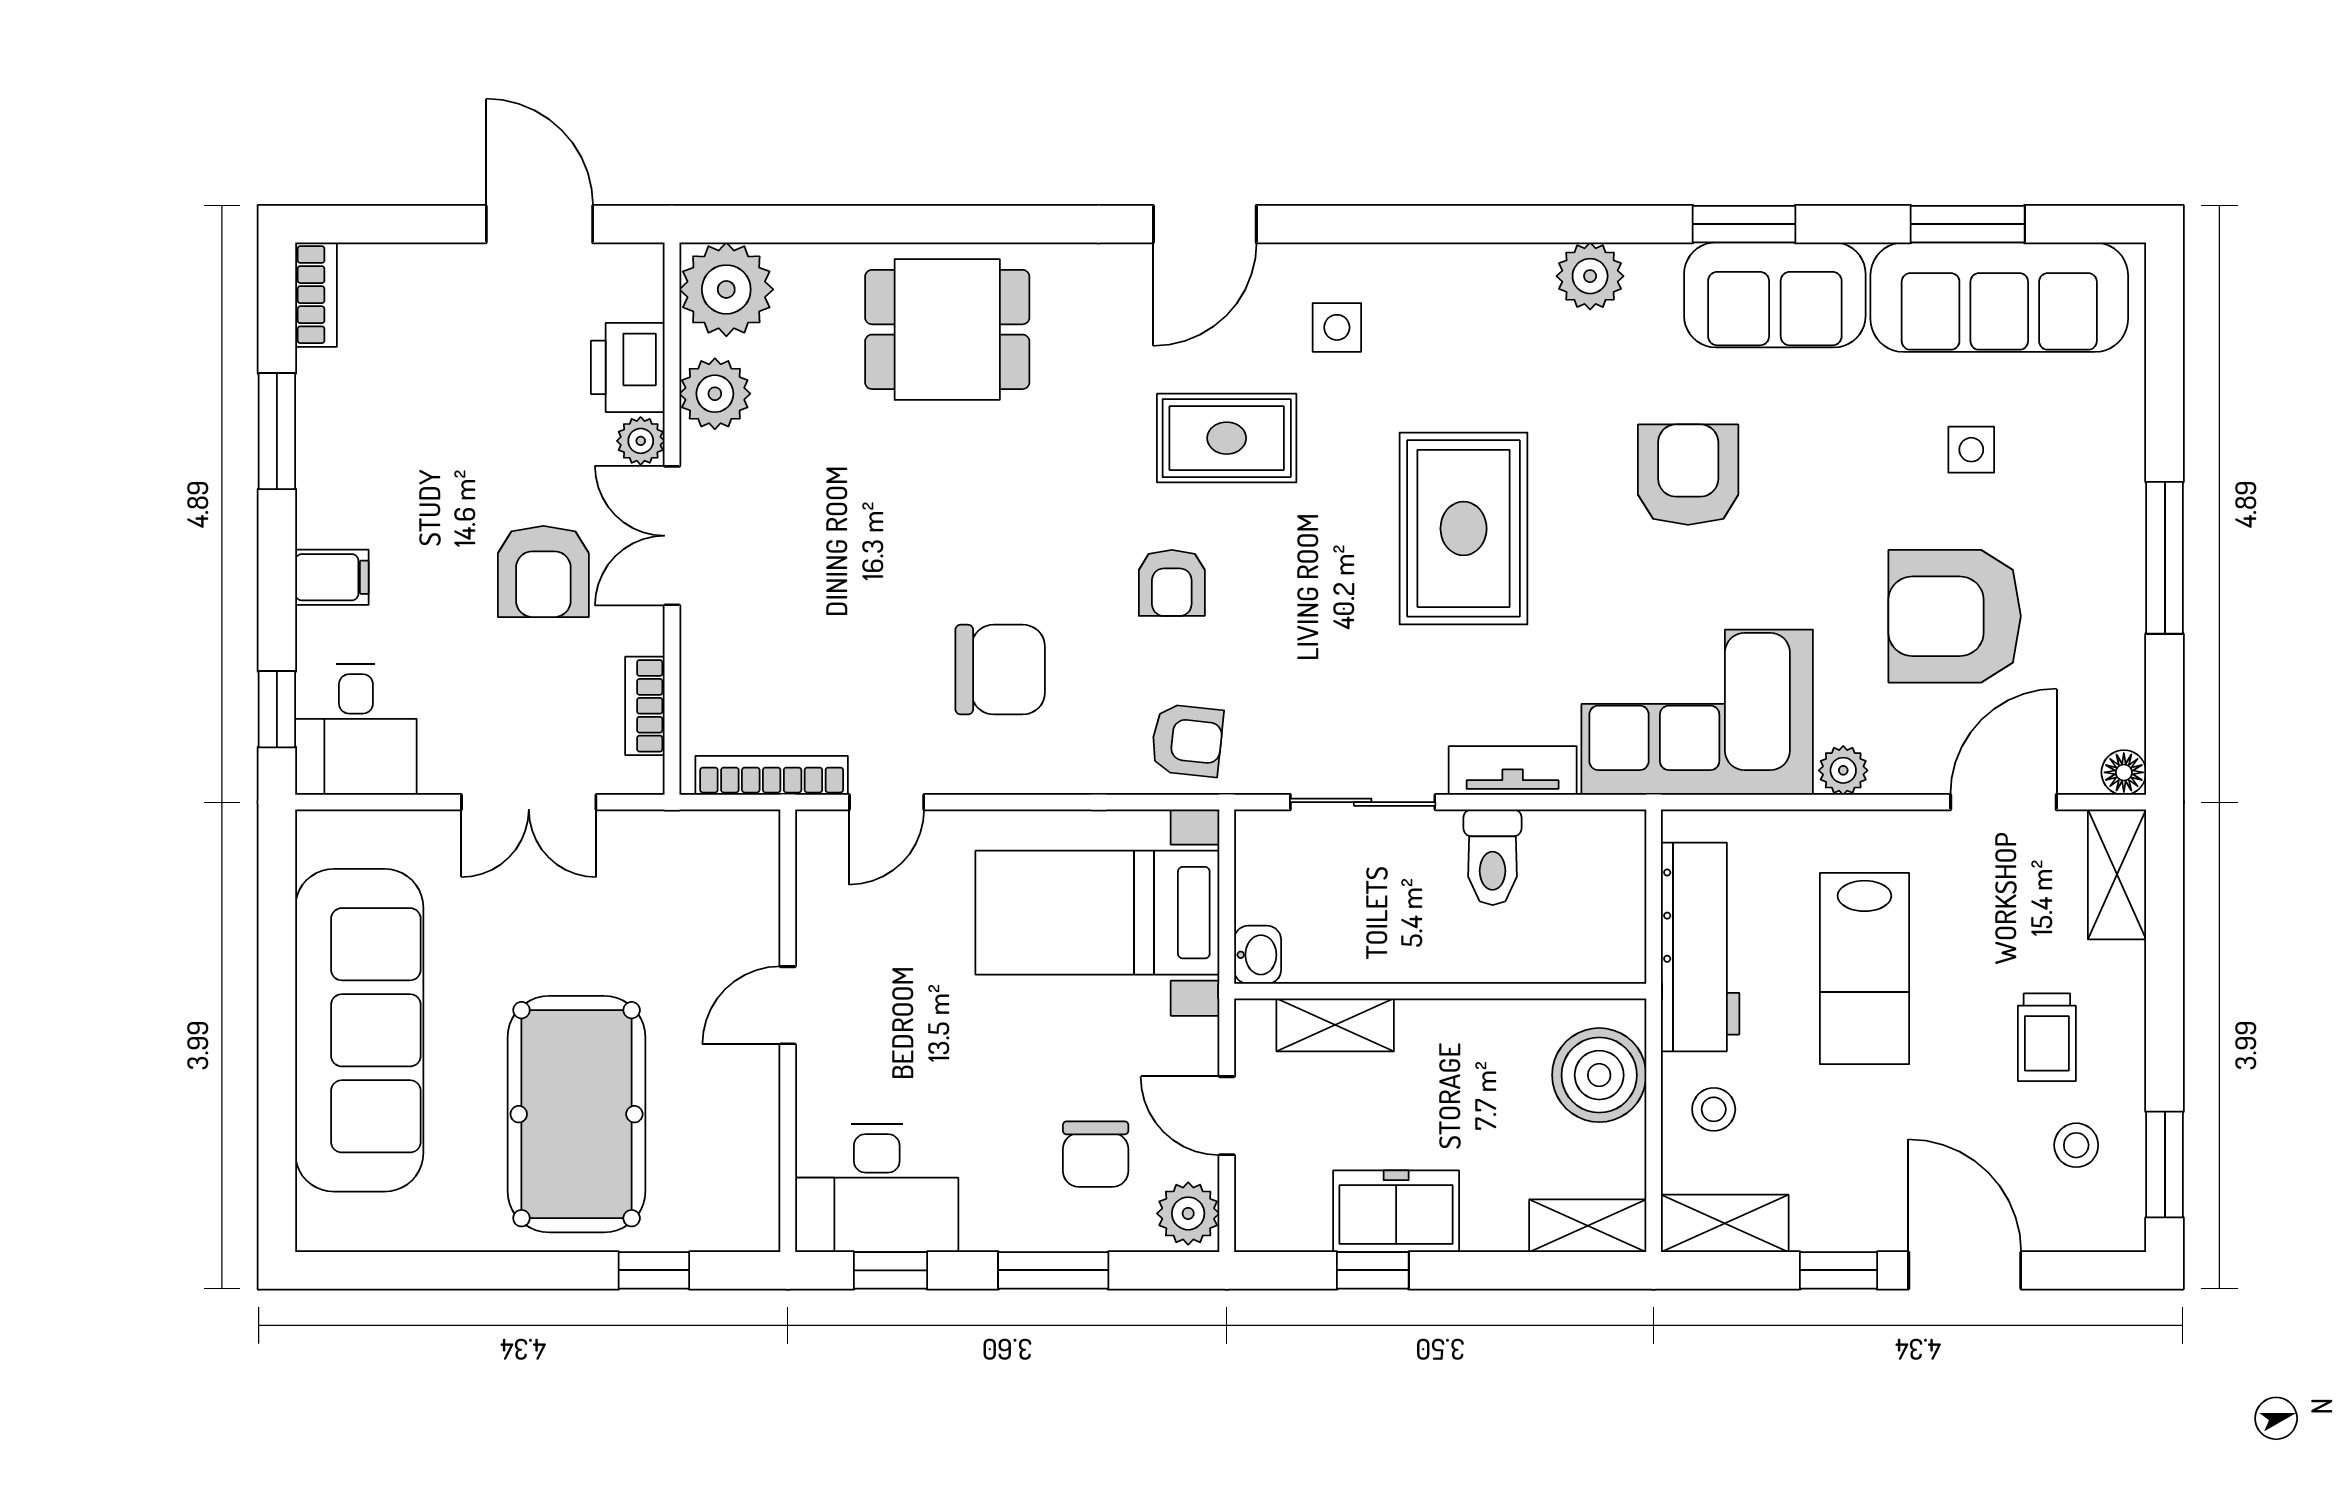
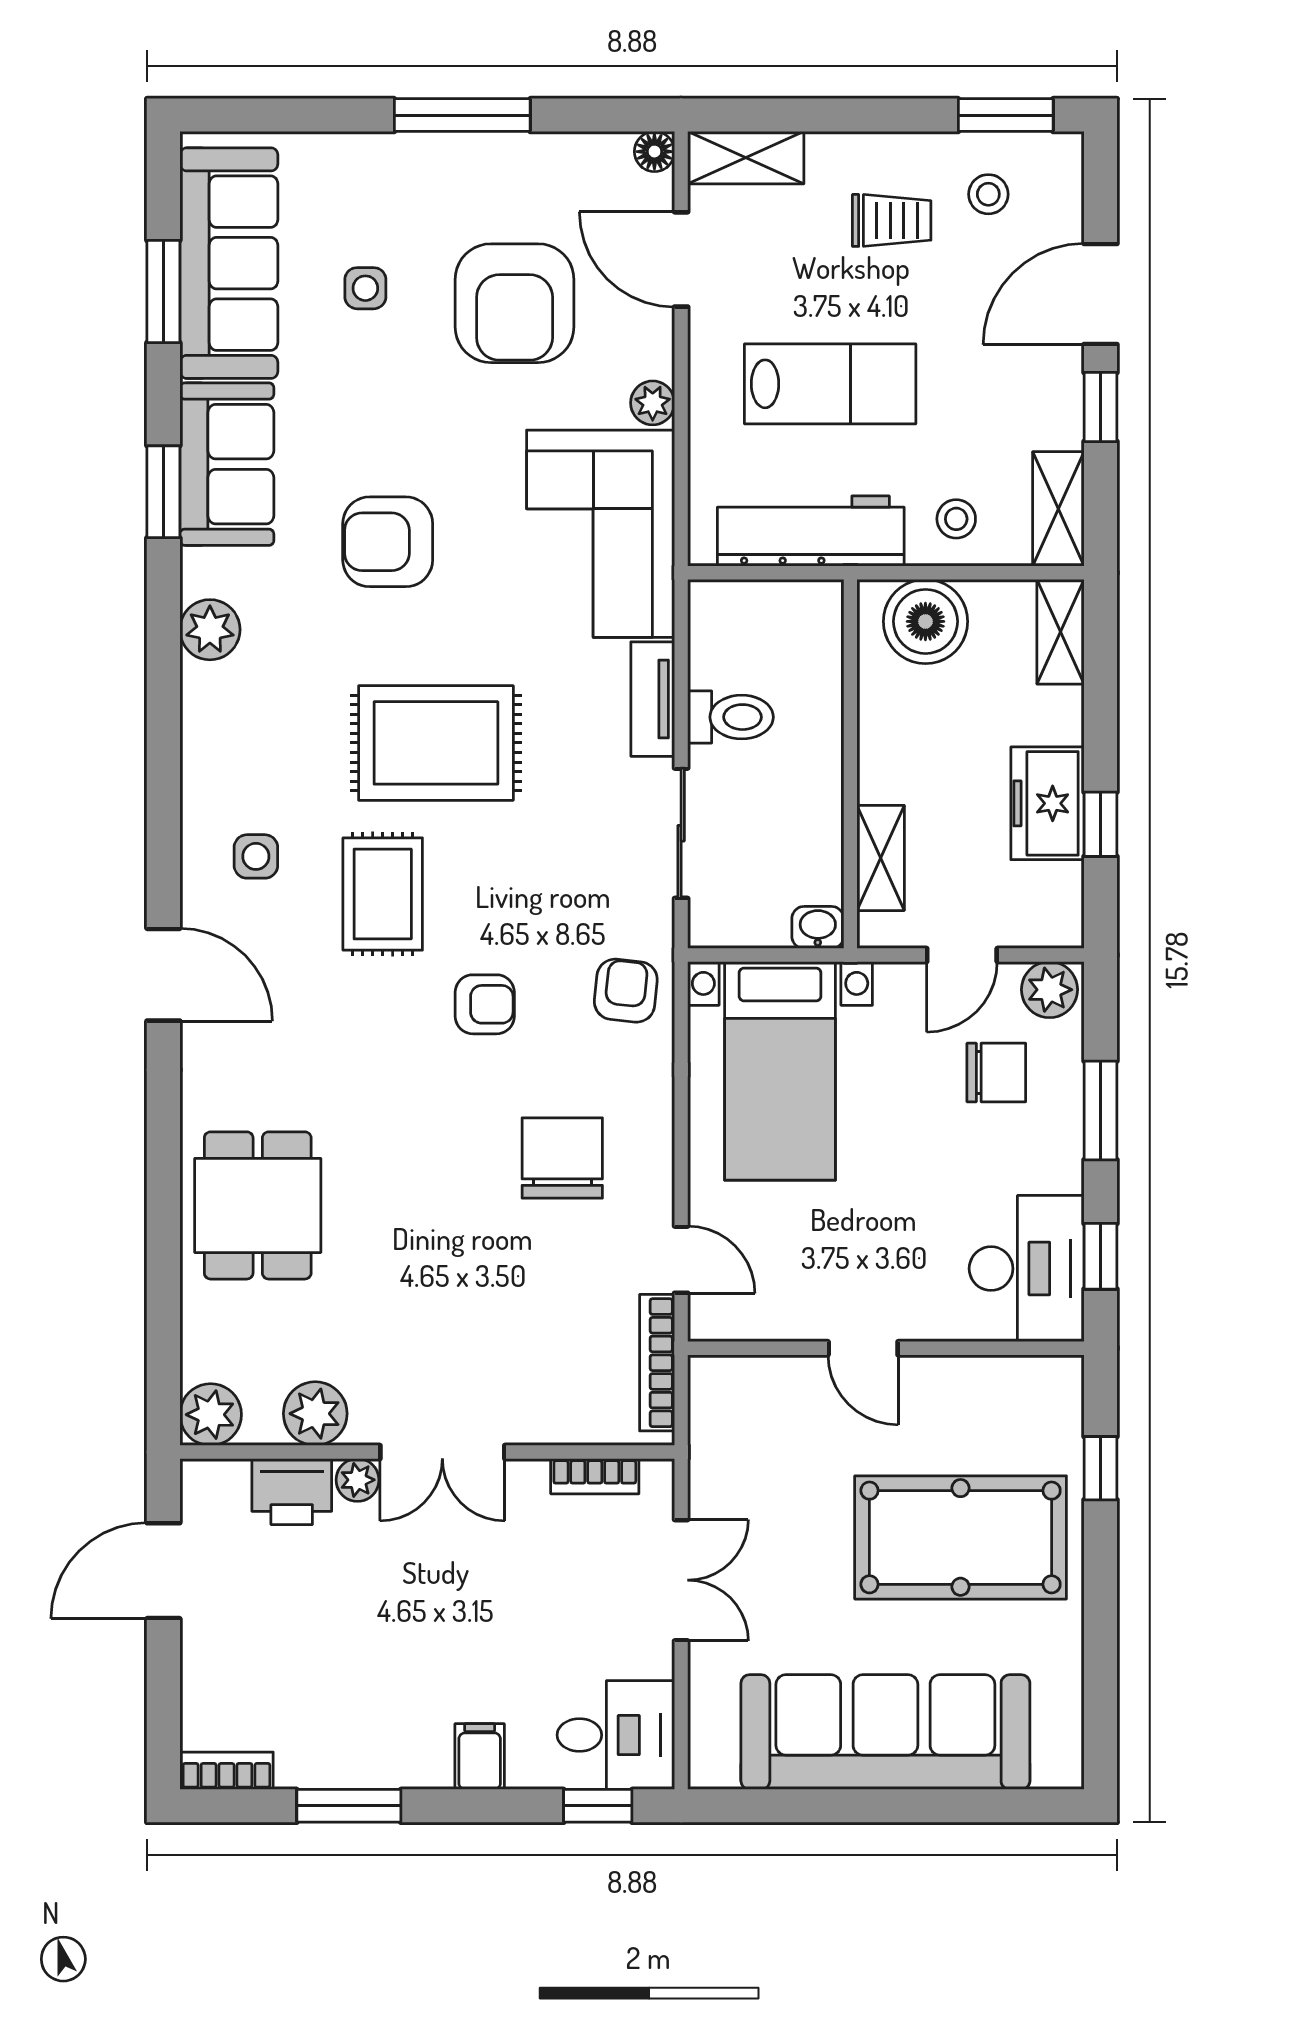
plant: (726, 289) -> (211, 1415), width x0.73, depth x0.73
rug: (1227, 438) -> (383, 894), moved
armchair: (543, 571) -> (474, 1567), removed

